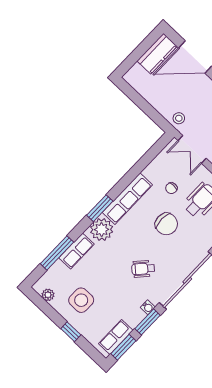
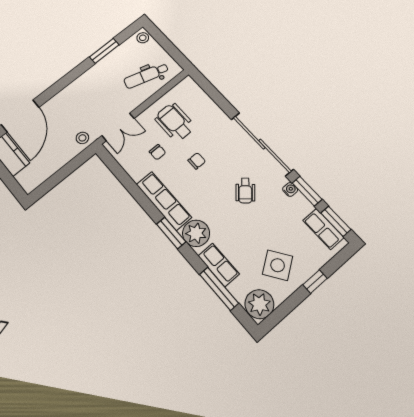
chair: (166, 224) -> (197, 161), width x0.54, depth x0.54
plant: (48, 295) -> (259, 304), width x1.88, depth x1.88
side table: (81, 300) -> (278, 265), turned -35

